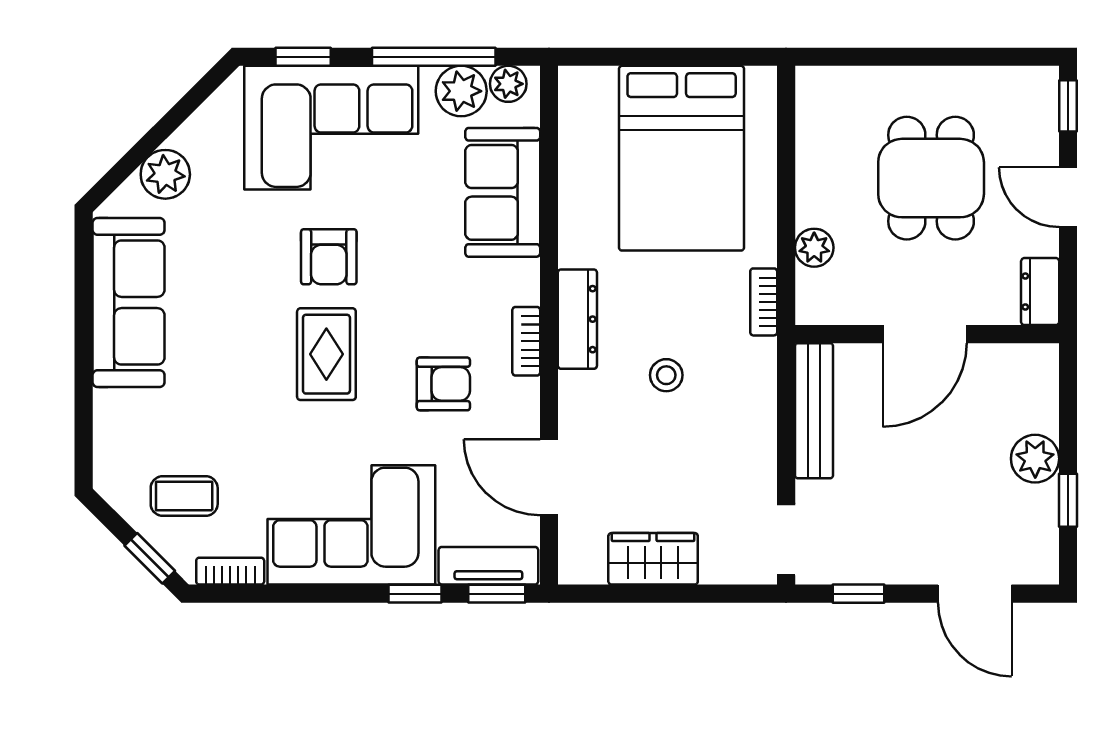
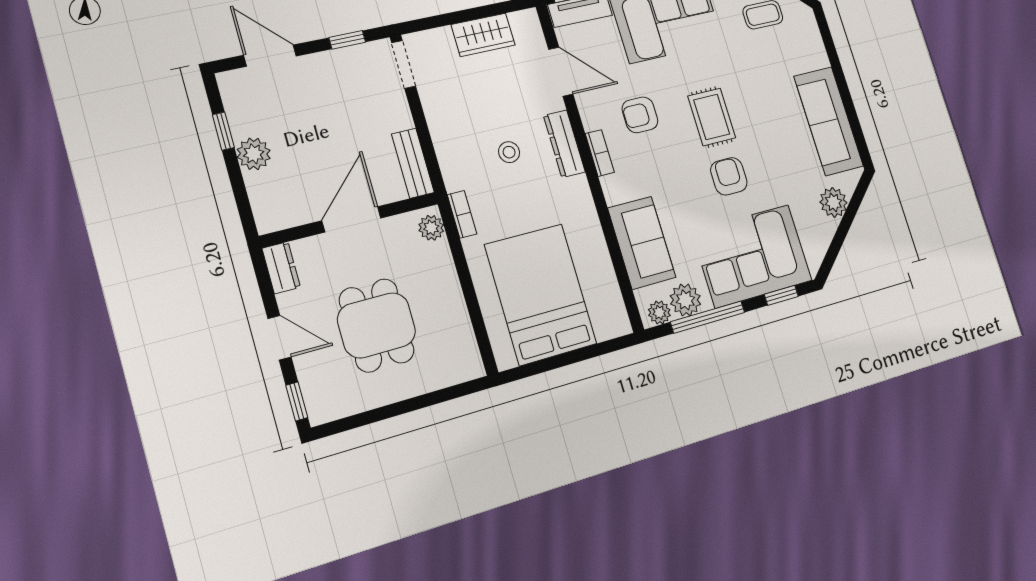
plant: (814, 248) -> (431, 228), moved
dresser: (577, 319) -> (564, 144), moved
bench: (814, 411) -> (413, 163), width x0.73

